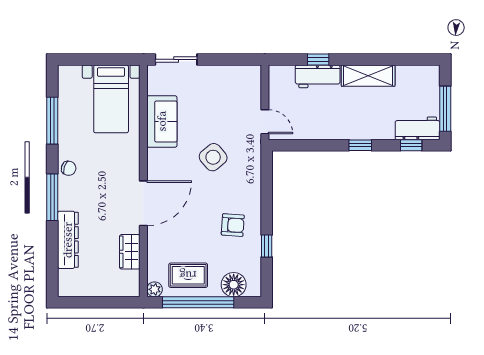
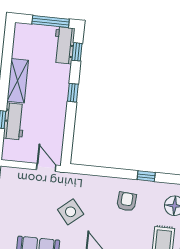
door: (265, 122) -> (46, 167), hinge flipped

